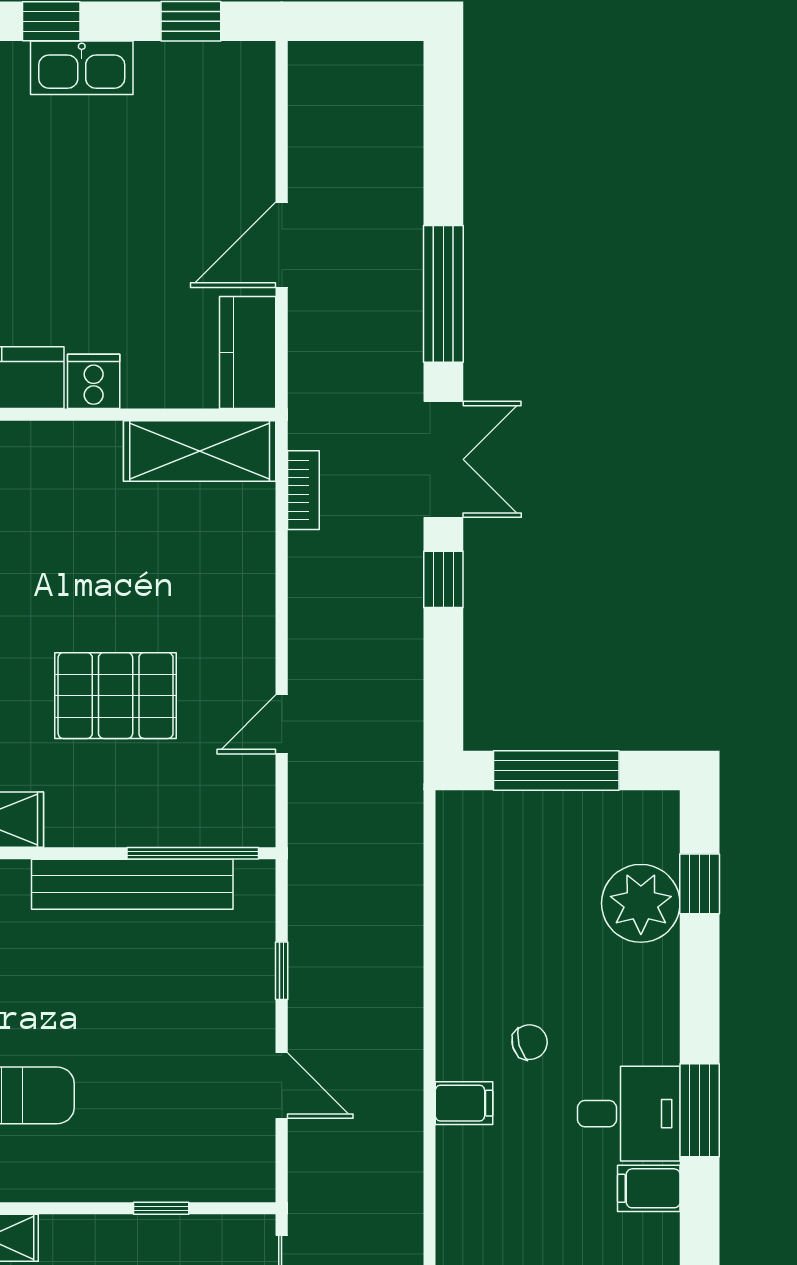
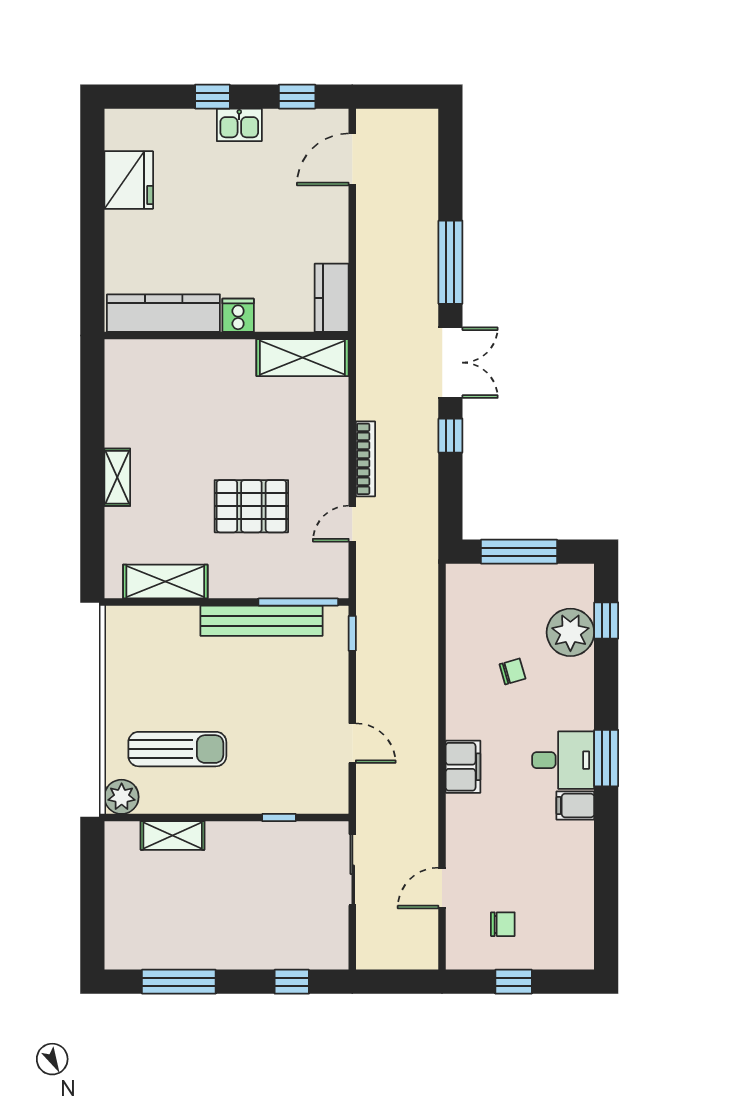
kitchen sink: (82, 68) -> (239, 125), width x0.73
door: (282, 245) -> (352, 159), moved
bookcase: (303, 490) -> (365, 459), moved, width x1.56
window: (282, 971) -> (352, 633), moved
chair: (530, 1042) -> (512, 671), moved
filing cabinet: (464, 1103) -> (463, 767), width x2.00

